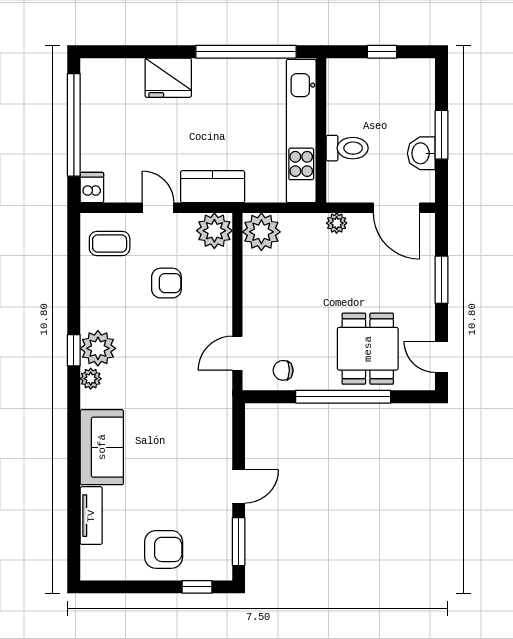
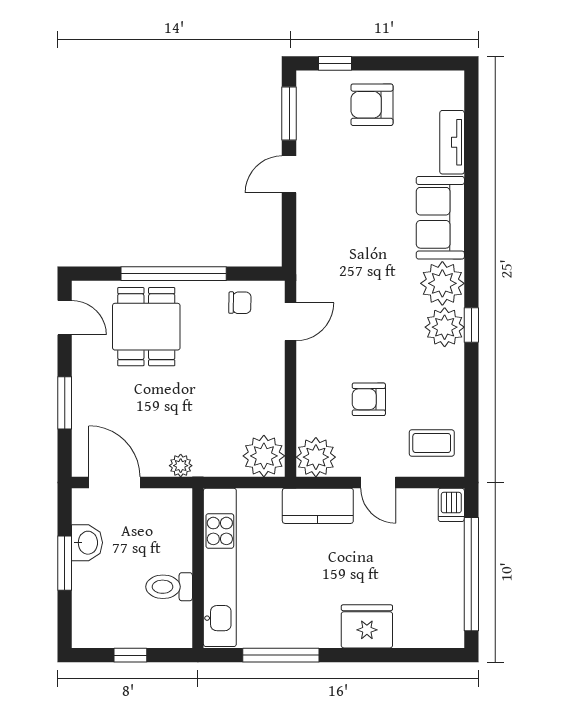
window: (246, 52) -> (281, 655), width x0.68
toilet: (347, 148) -> (169, 587), moved
plant: (91, 379) -> (442, 283), width x1.87, depth x1.87

